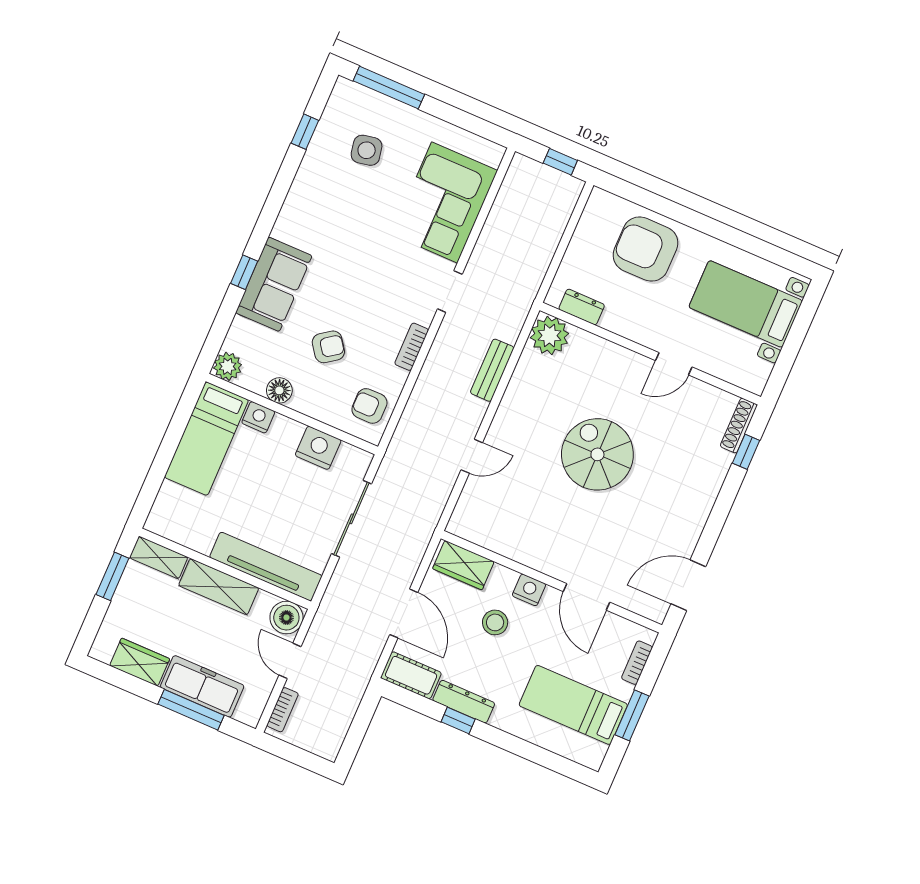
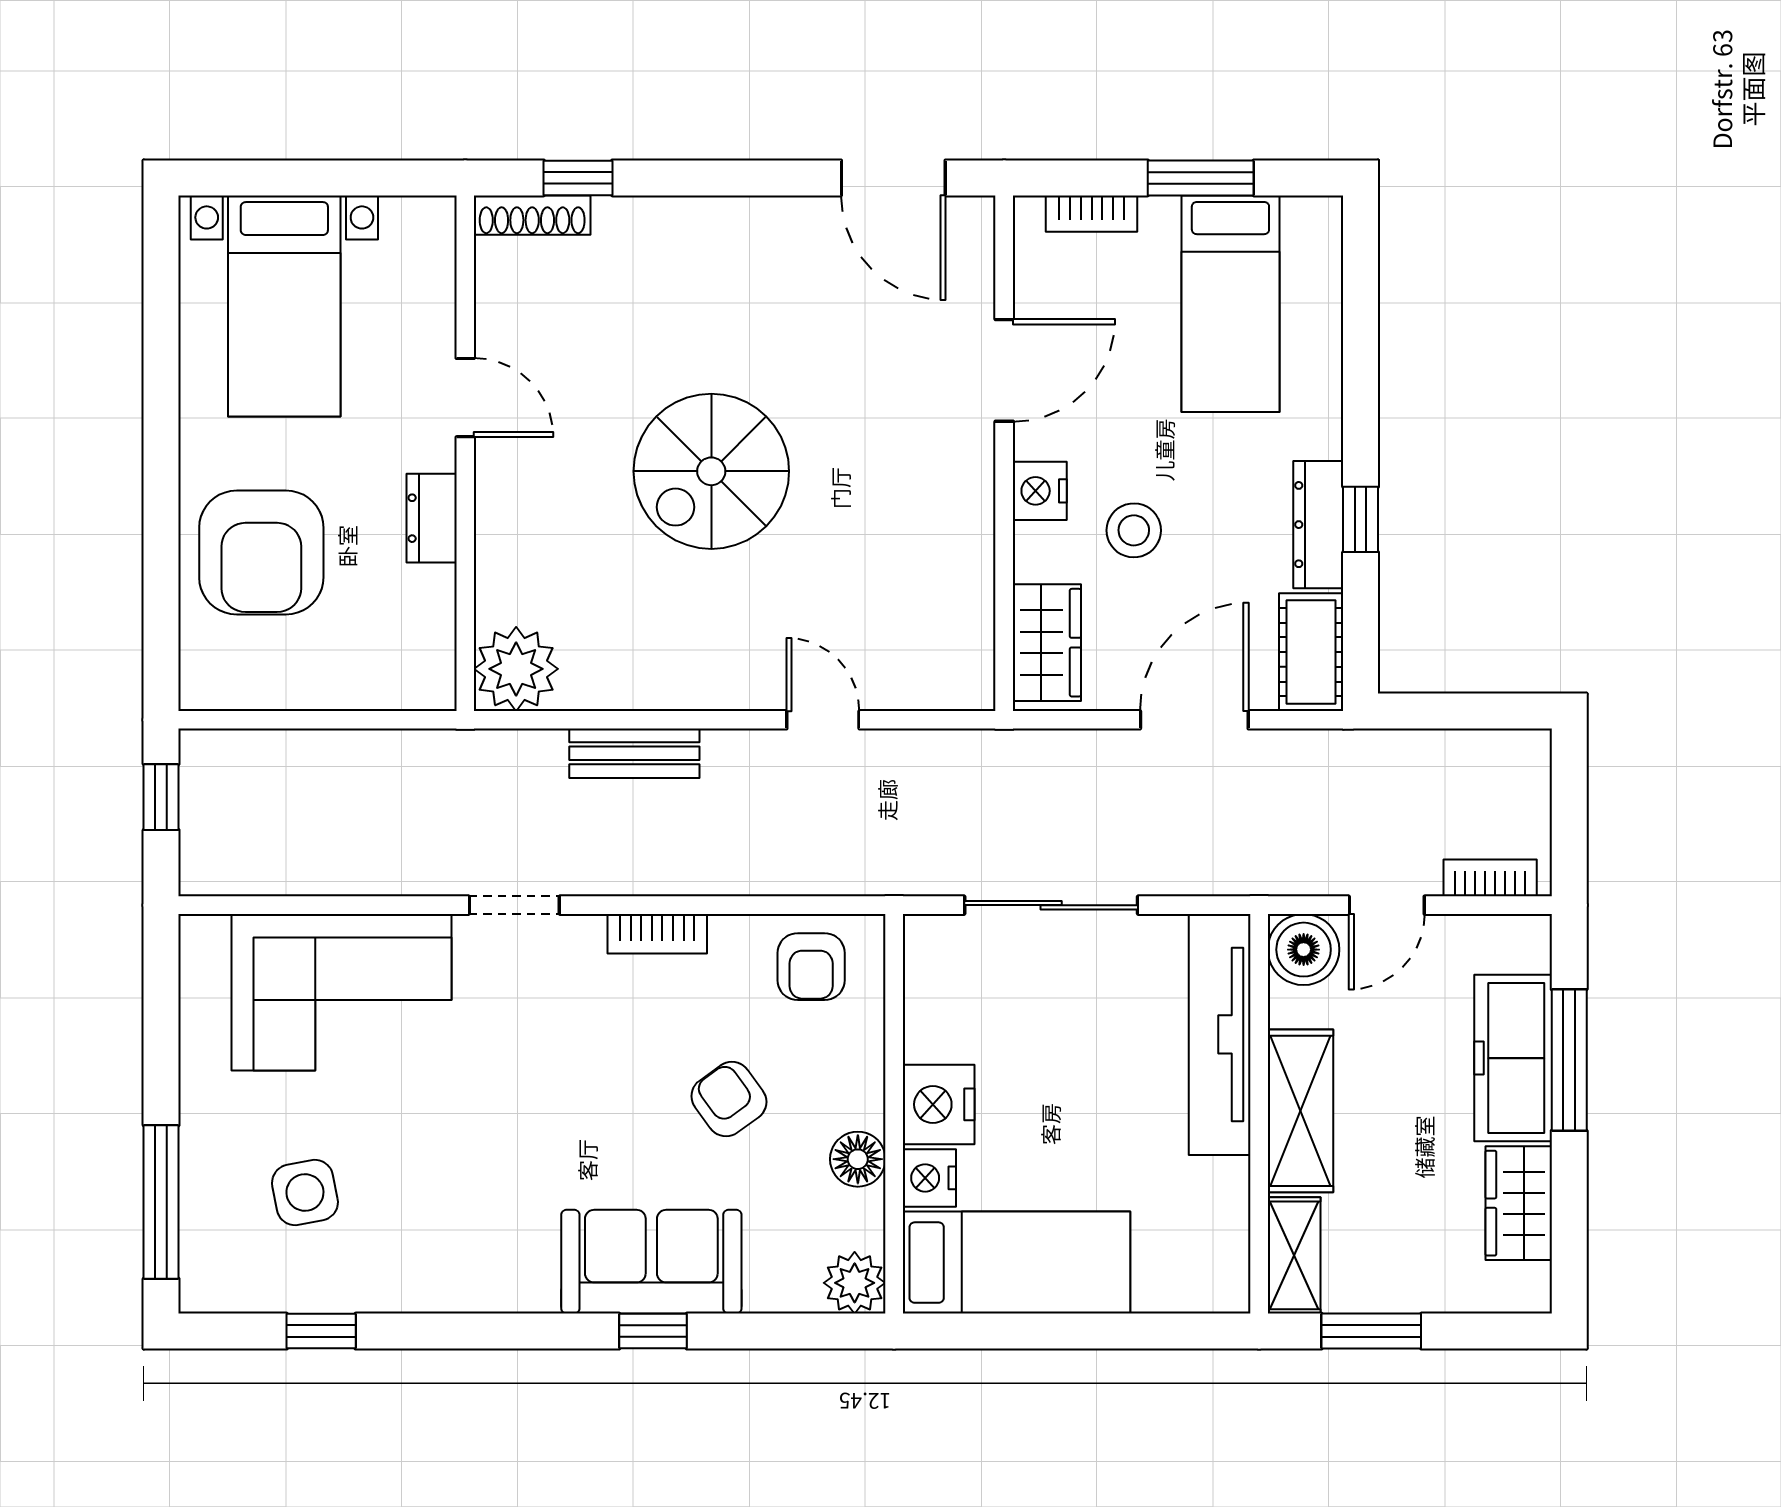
dresser: (582, 307) -> (432, 518), moved
nightstand: (318, 448) -> (939, 1104), moved

